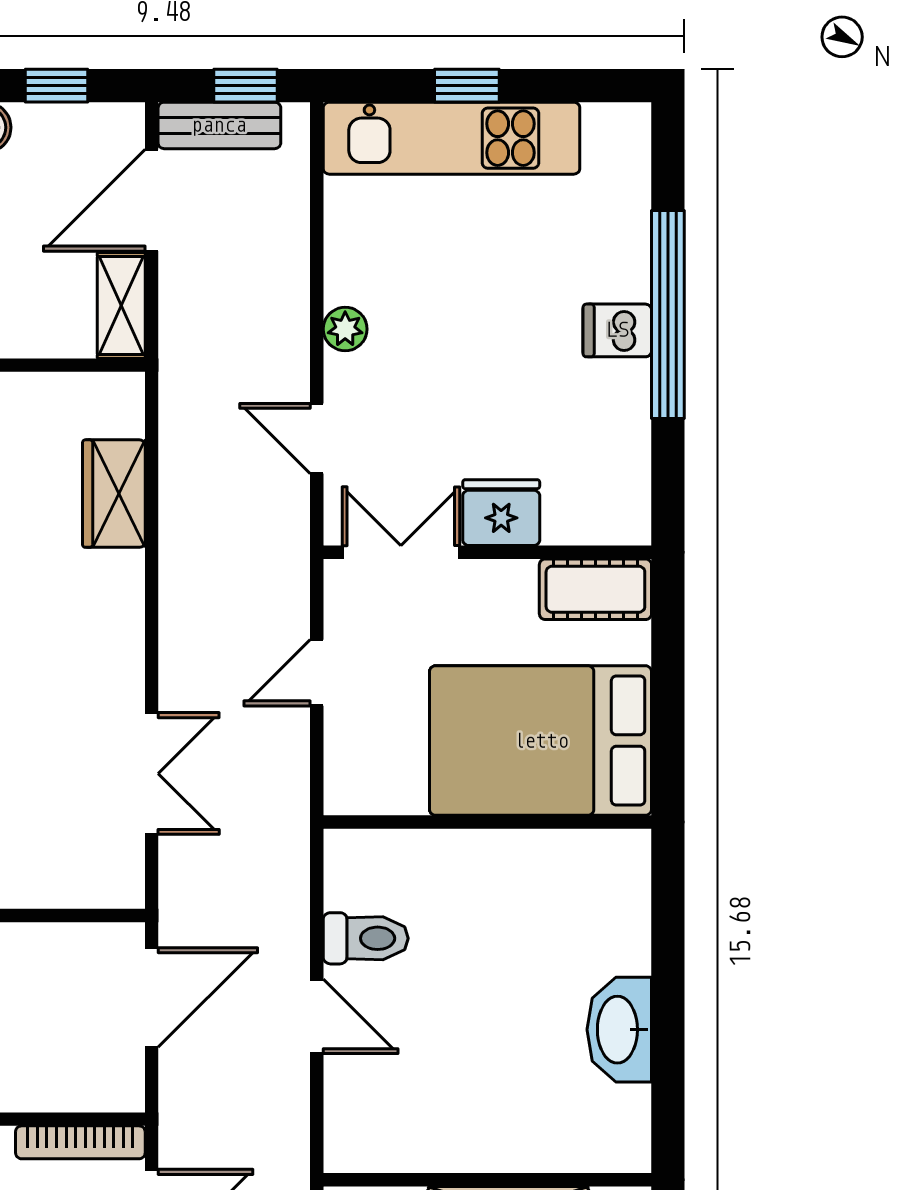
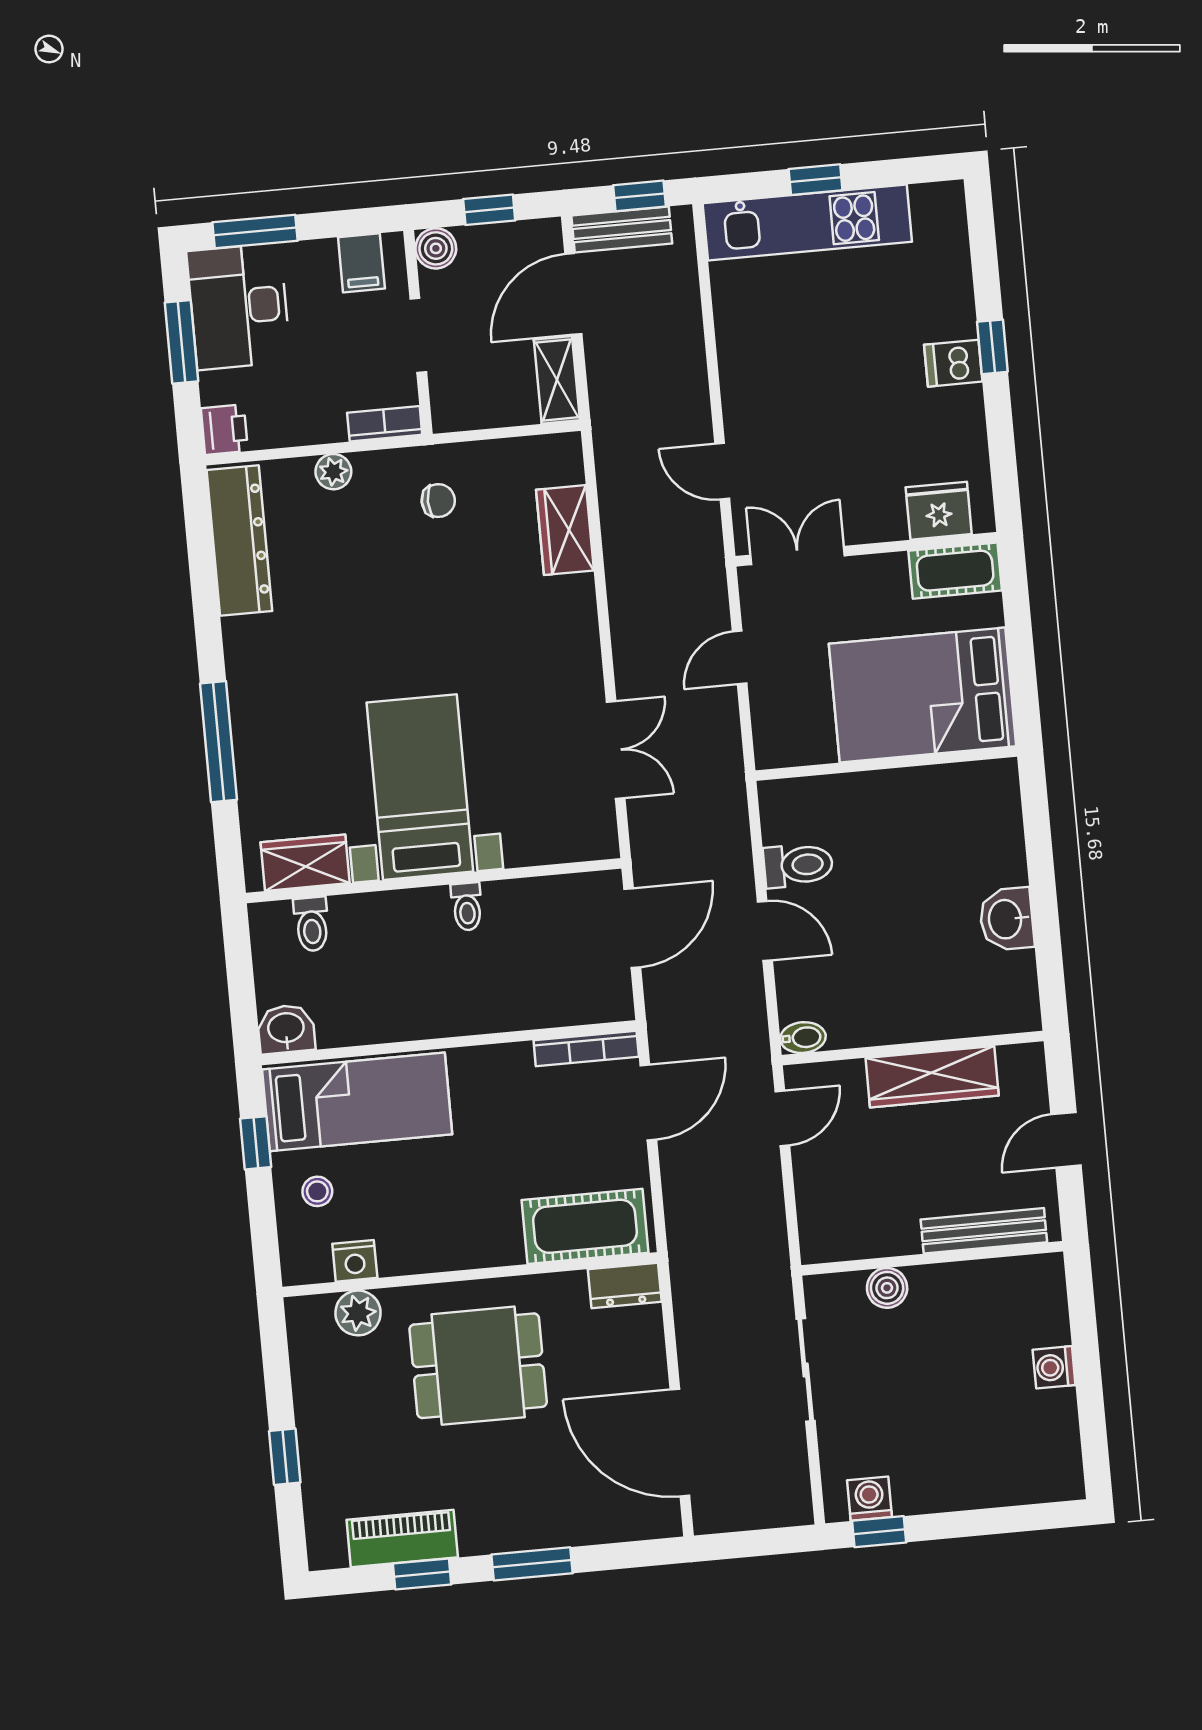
window: (668, 315) -> (992, 347), width x0.32
plant: (345, 329) -> (737, 382), removed
fridge: (501, 513) -> (939, 511), moved
washbasin: (619, 1030) -> (1007, 919), width x0.72
bidet: (352, 1154) -> (803, 1038), added

